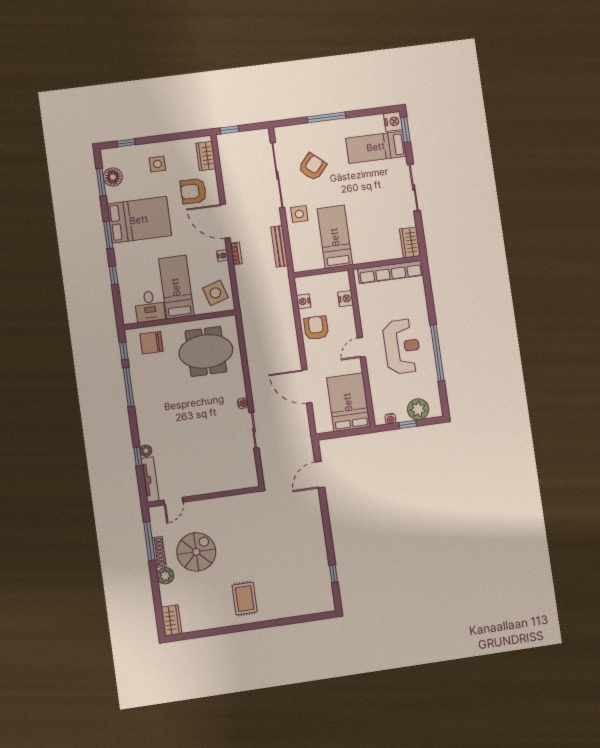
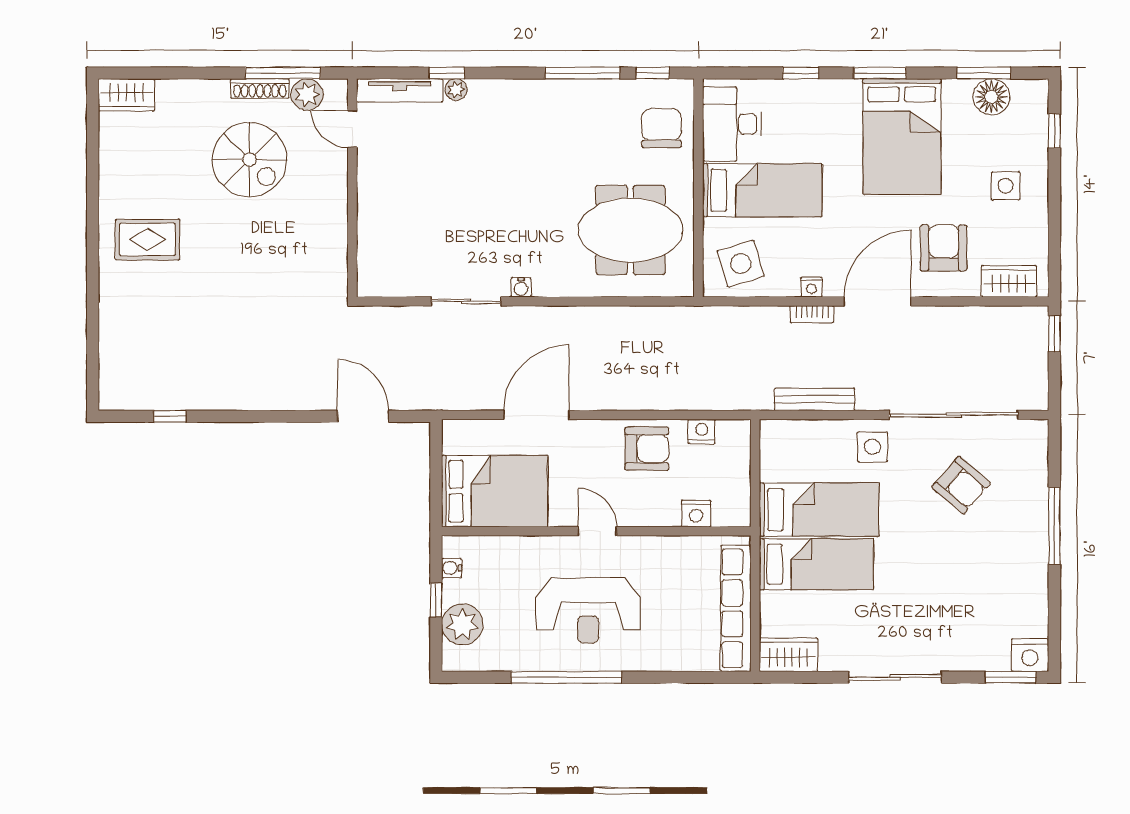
bed: (376, 147) -> (816, 564), moved, turned 90
desk: (150, 306) -> (732, 124), width x1.37
meeting table: (206, 351) -> (630, 230), turned 90
plant: (165, 576) -> (307, 95), moved

